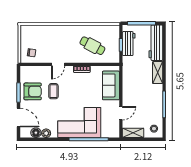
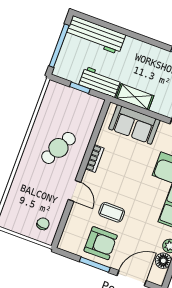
workbench: (129, 44) -> (100, 82), moved
cafe table: (92, 46) -> (58, 148), moved
shelving: (158, 73) -> (135, 97), moved
armchair: (33, 91) -> (101, 243), turned 90

